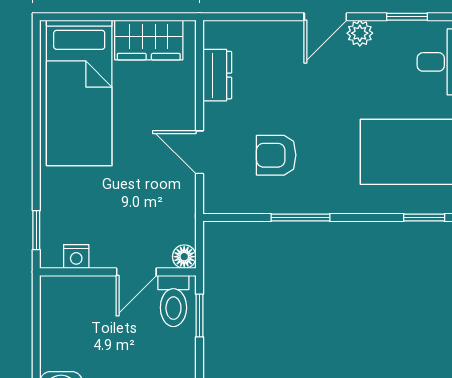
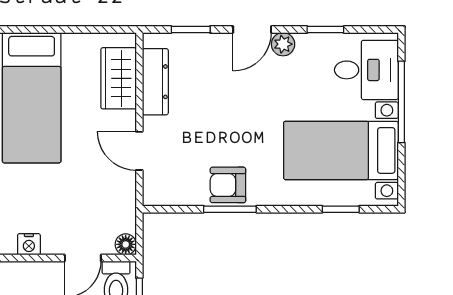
window: (257, 17) -> (191, 29), added
wardrobe: (149, 40) -> (119, 78), moved, turned 90
dresser: (217, 75) -> (155, 82), width x1.44
armchair: (276, 155) -> (228, 185), moved

